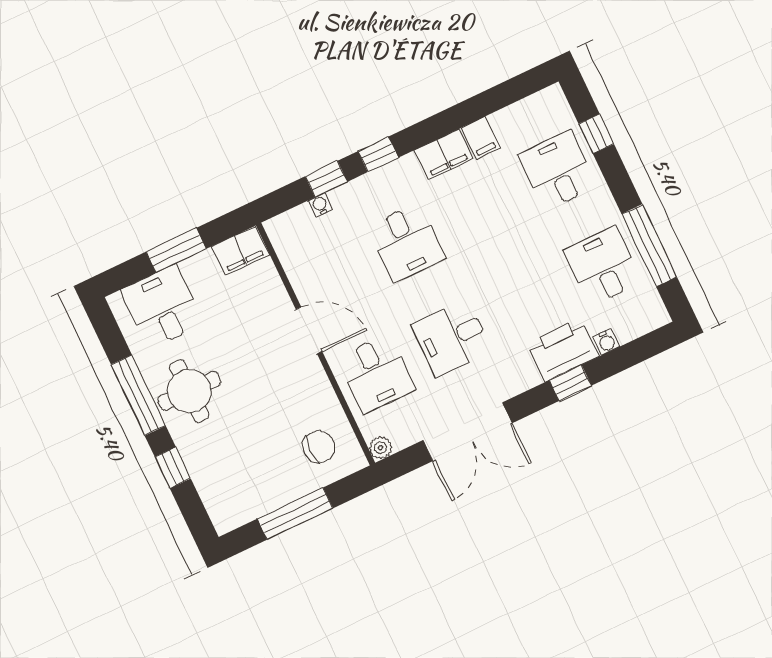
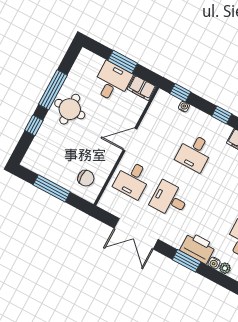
window: (326, 179) -> (180, 93), moved
desk: (162, 307) -> (112, 82), moved
door: (309, 330) -> (130, 140), swing flipped
window: (570, 383) -> (187, 261), width x1.50
plant: (380, 448) -> (225, 268), moved

